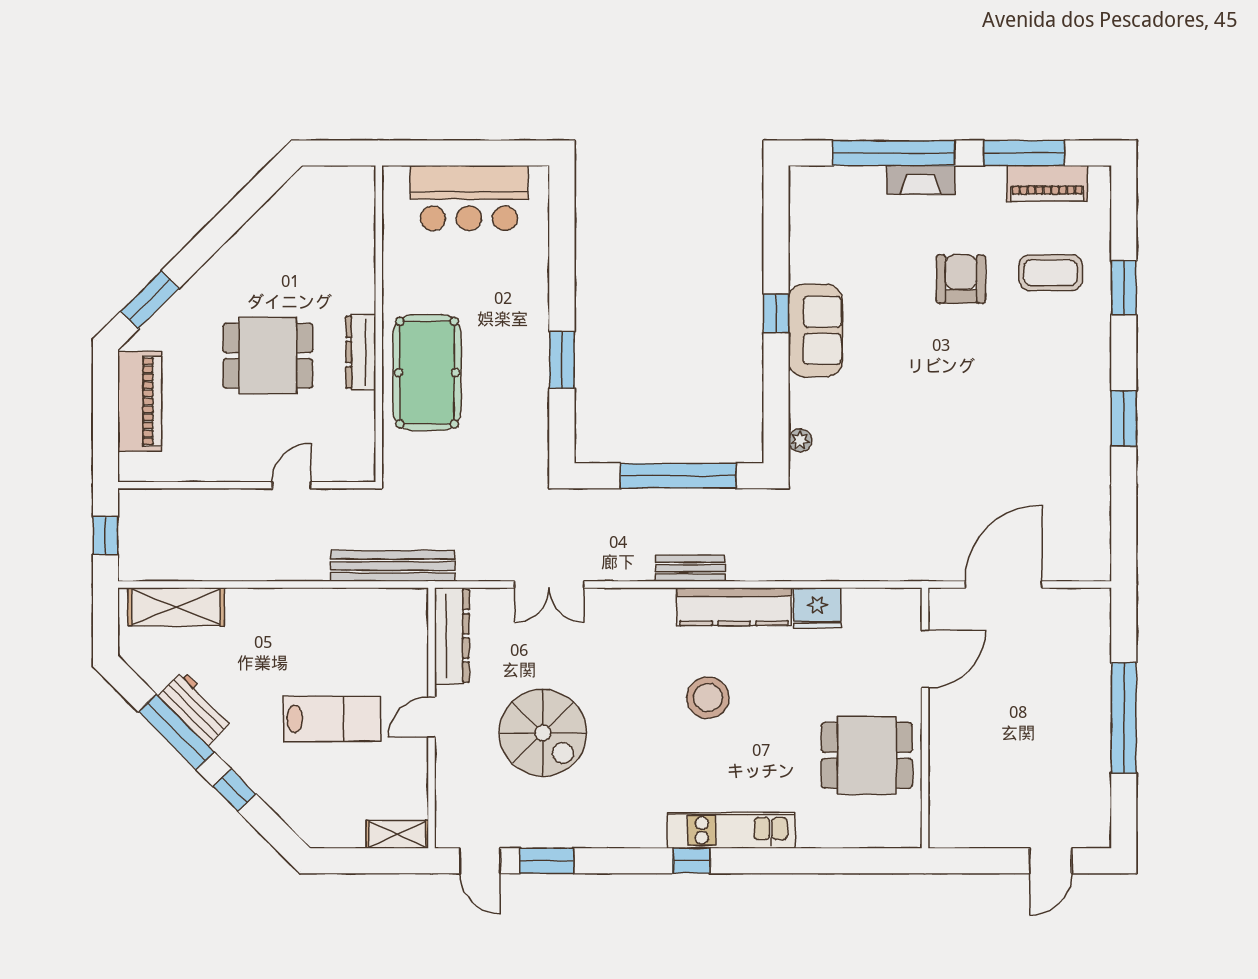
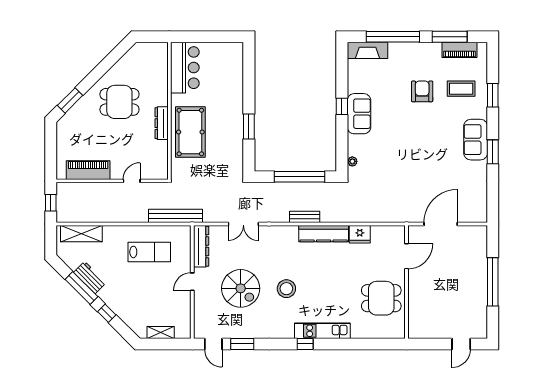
fireplace: (921, 180) -> (367, 50), moved, width x1.37, depth x1.32
bar counter: (469, 198) -> (185, 68), moved, turned -90
dining table: (268, 356) -> (119, 102), moved
sofa: (1084, 390) -> (476, 140), added
piano: (140, 401) -> (88, 170), moved, turned -90
stool: (708, 698) -> (286, 289), moved
lab bench: (332, 719) -> (149, 252), moved
shelving: (397, 834) -> (161, 332), moved

